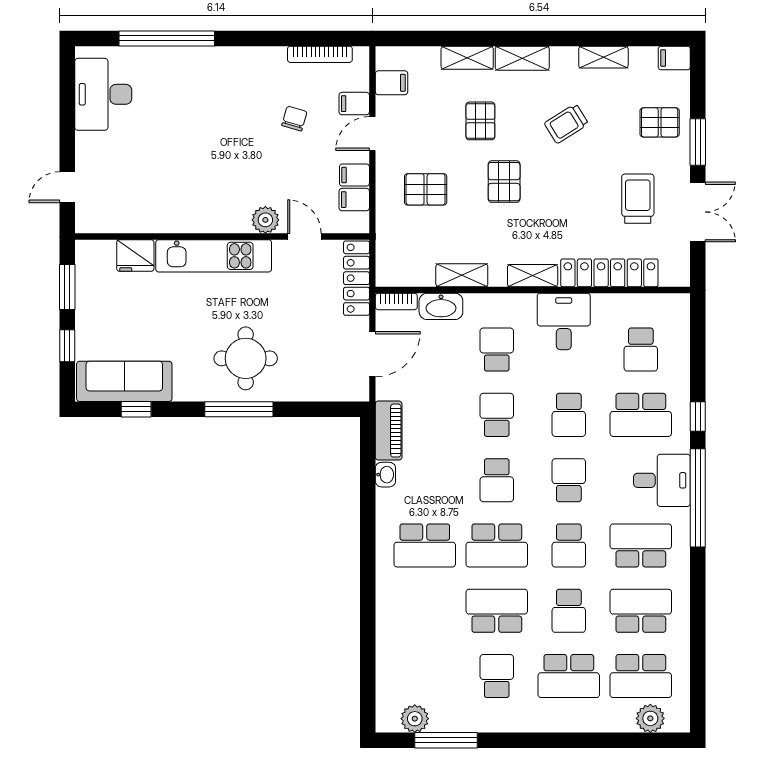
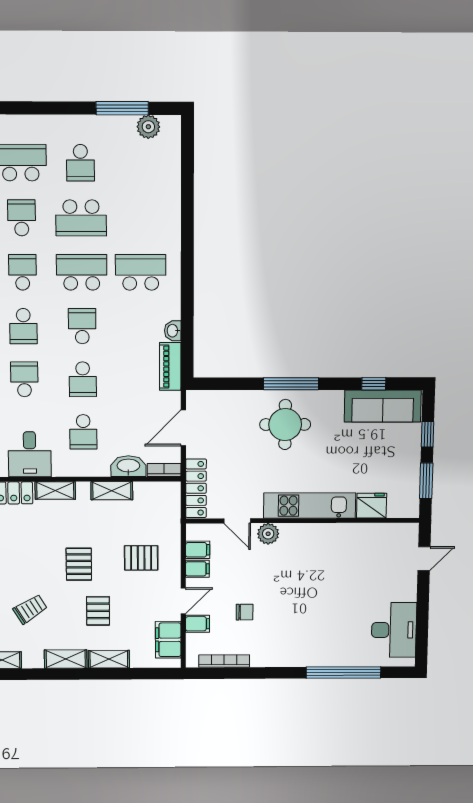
filing cabinet: (392, 83) -> (168, 640), width x2.00
chair: (294, 119) -> (245, 612), turned -106

